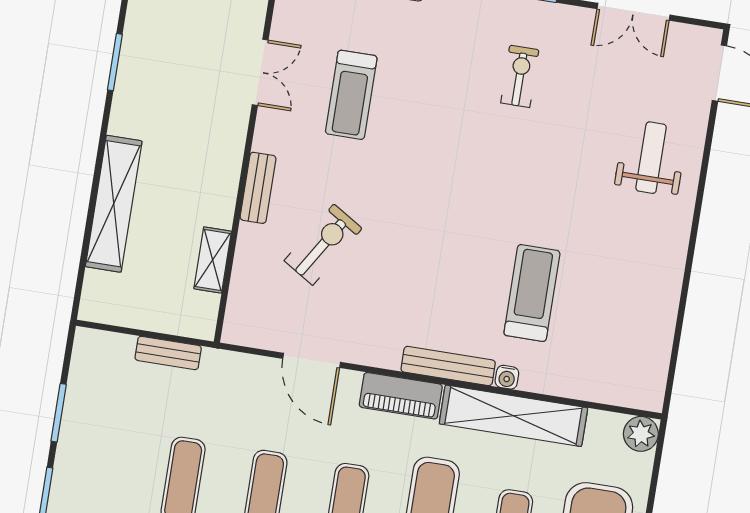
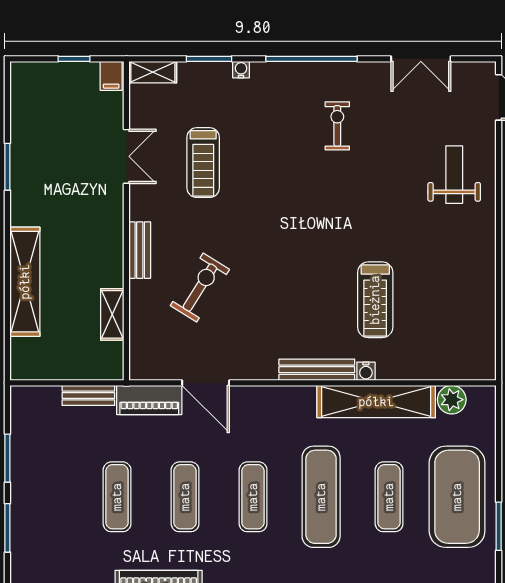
treadmill: (532, 293) -> (375, 300), turned 180
piano: (401, 396) -> (149, 400), moved
plant: (641, 434) -> (452, 400), moved

